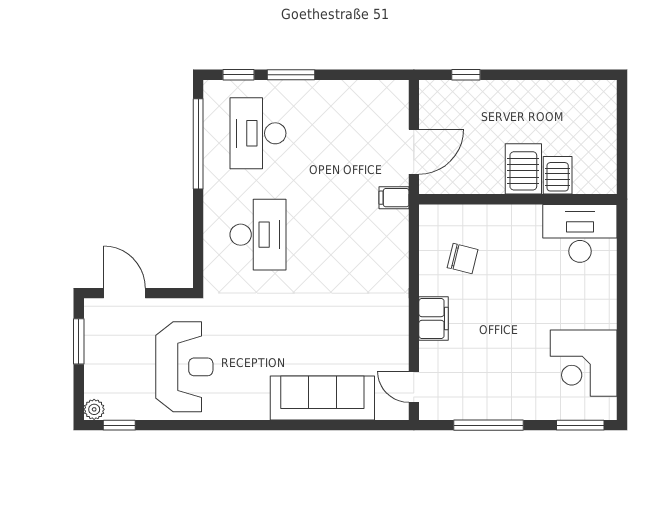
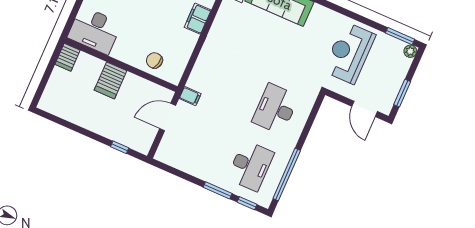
server rack: (558, 175) -> (67, 57), moved
chair: (463, 259) -> (154, 60), moved
window: (119, 425) -> (400, 36), width x1.50

